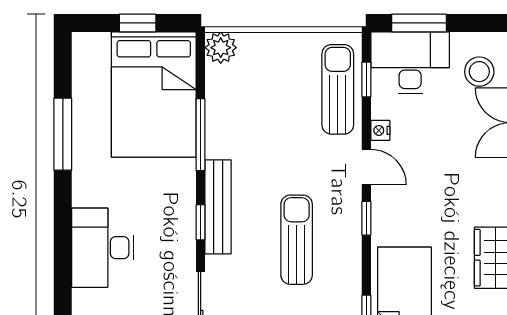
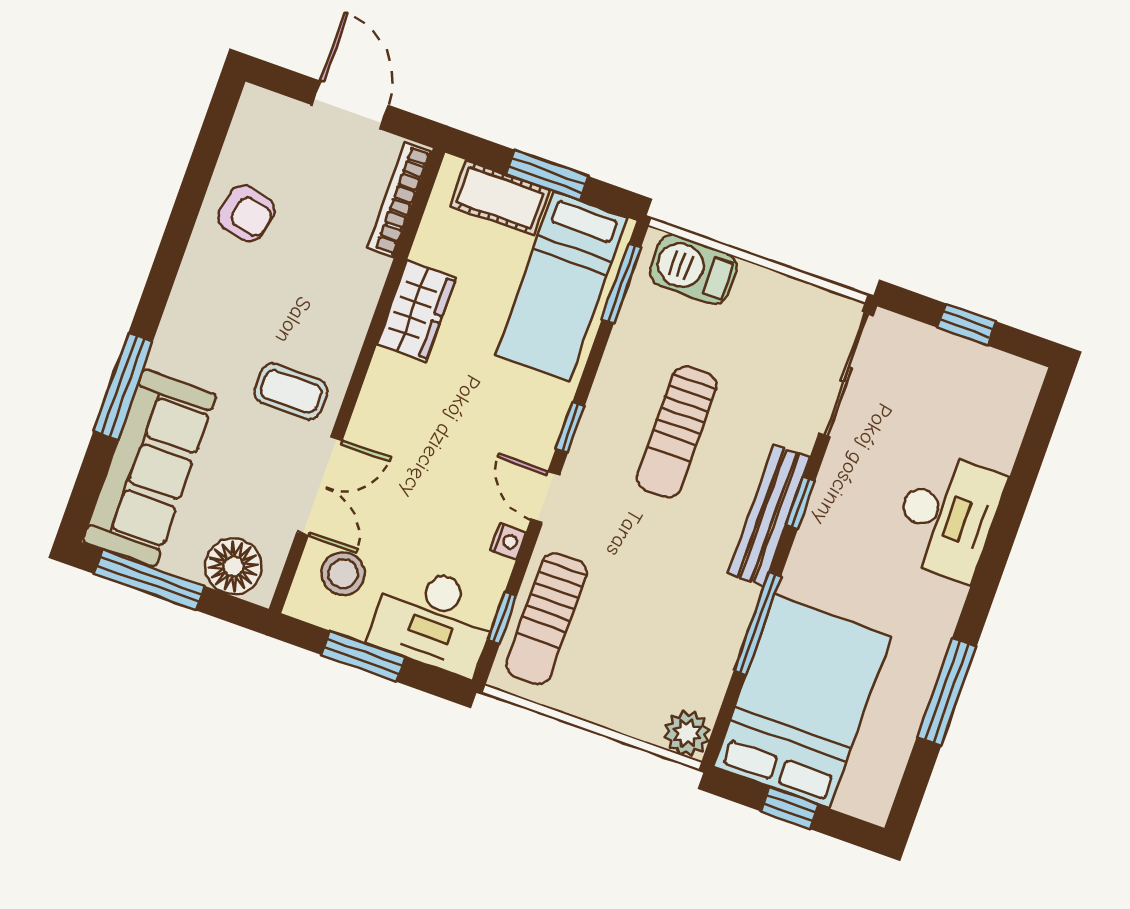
window: (419, 23) -> (363, 656), moved

